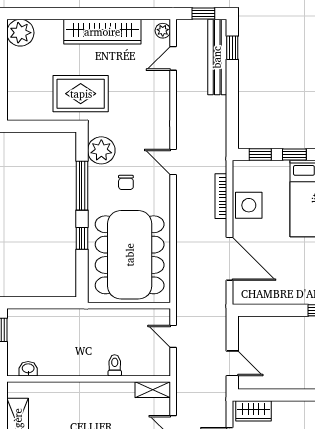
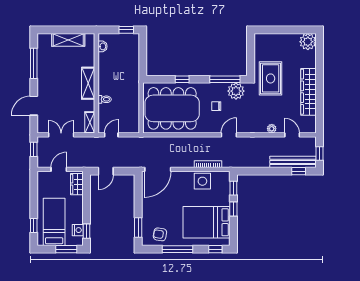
plant: (163, 31) -> (272, 129), moved
window: (82, 186) -> (225, 79), moved
door: (229, 259) -> (158, 169), moved
door: (173, 336) -> (111, 135), moved
shelving: (88, 392) -> (88, 83), added

